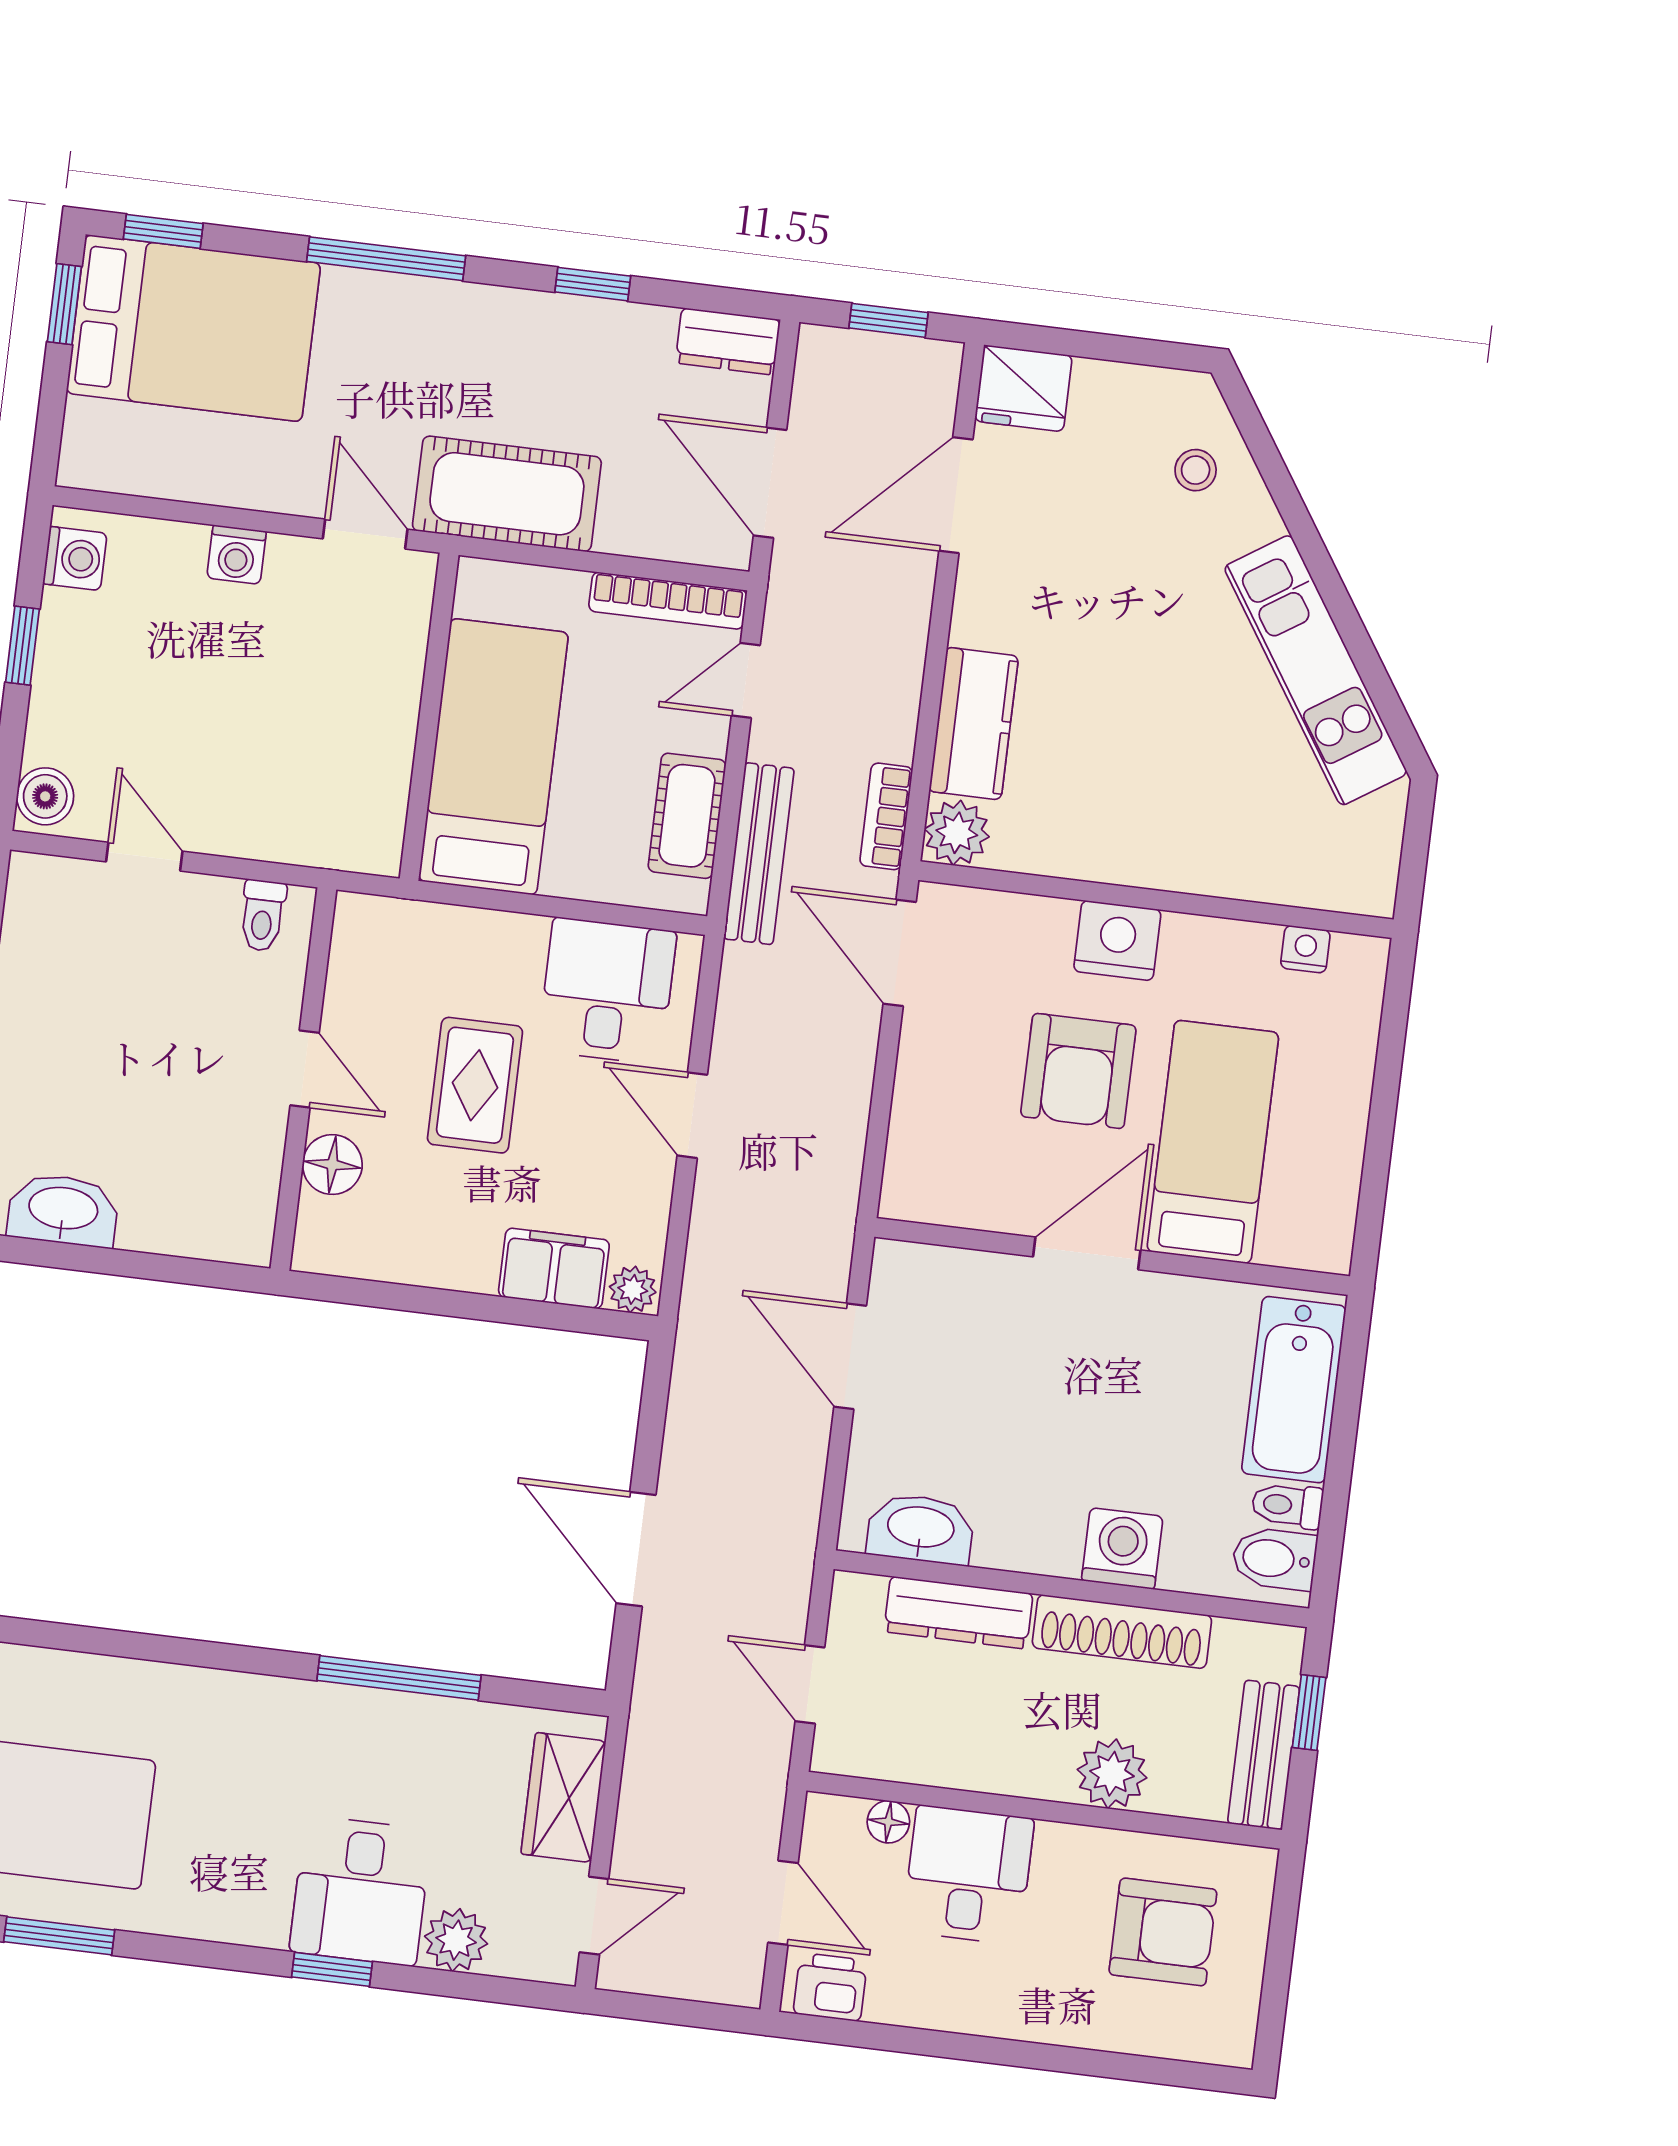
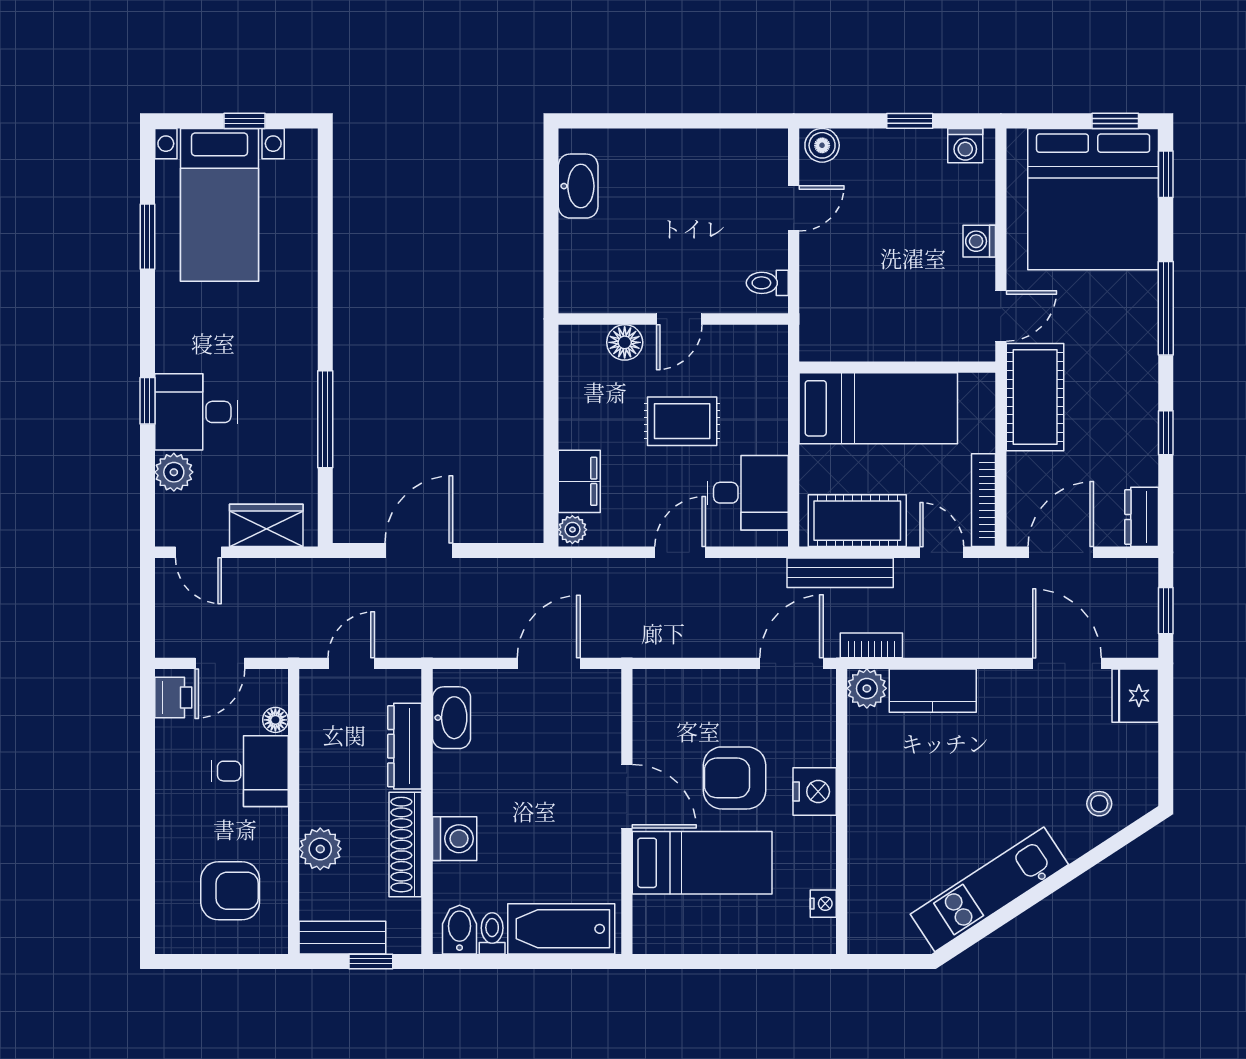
bed: (193, 328) -> (1093, 199), width x1.36
cot: (687, 816) -> (857, 521), width x1.37, depth x1.34
armchair: (1163, 1932) -> (230, 891), turned -90

